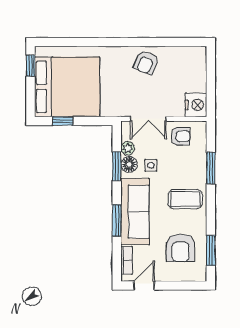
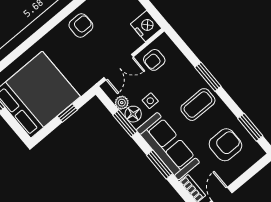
armchair: (146, 62) -> (81, 26), turned -112
window: (63, 121) -> (67, 113), moved
armchair: (180, 136) -> (154, 60), turned 180
window: (211, 168) -> (208, 77), moved
armchair: (180, 248) -> (225, 145), turned -90

